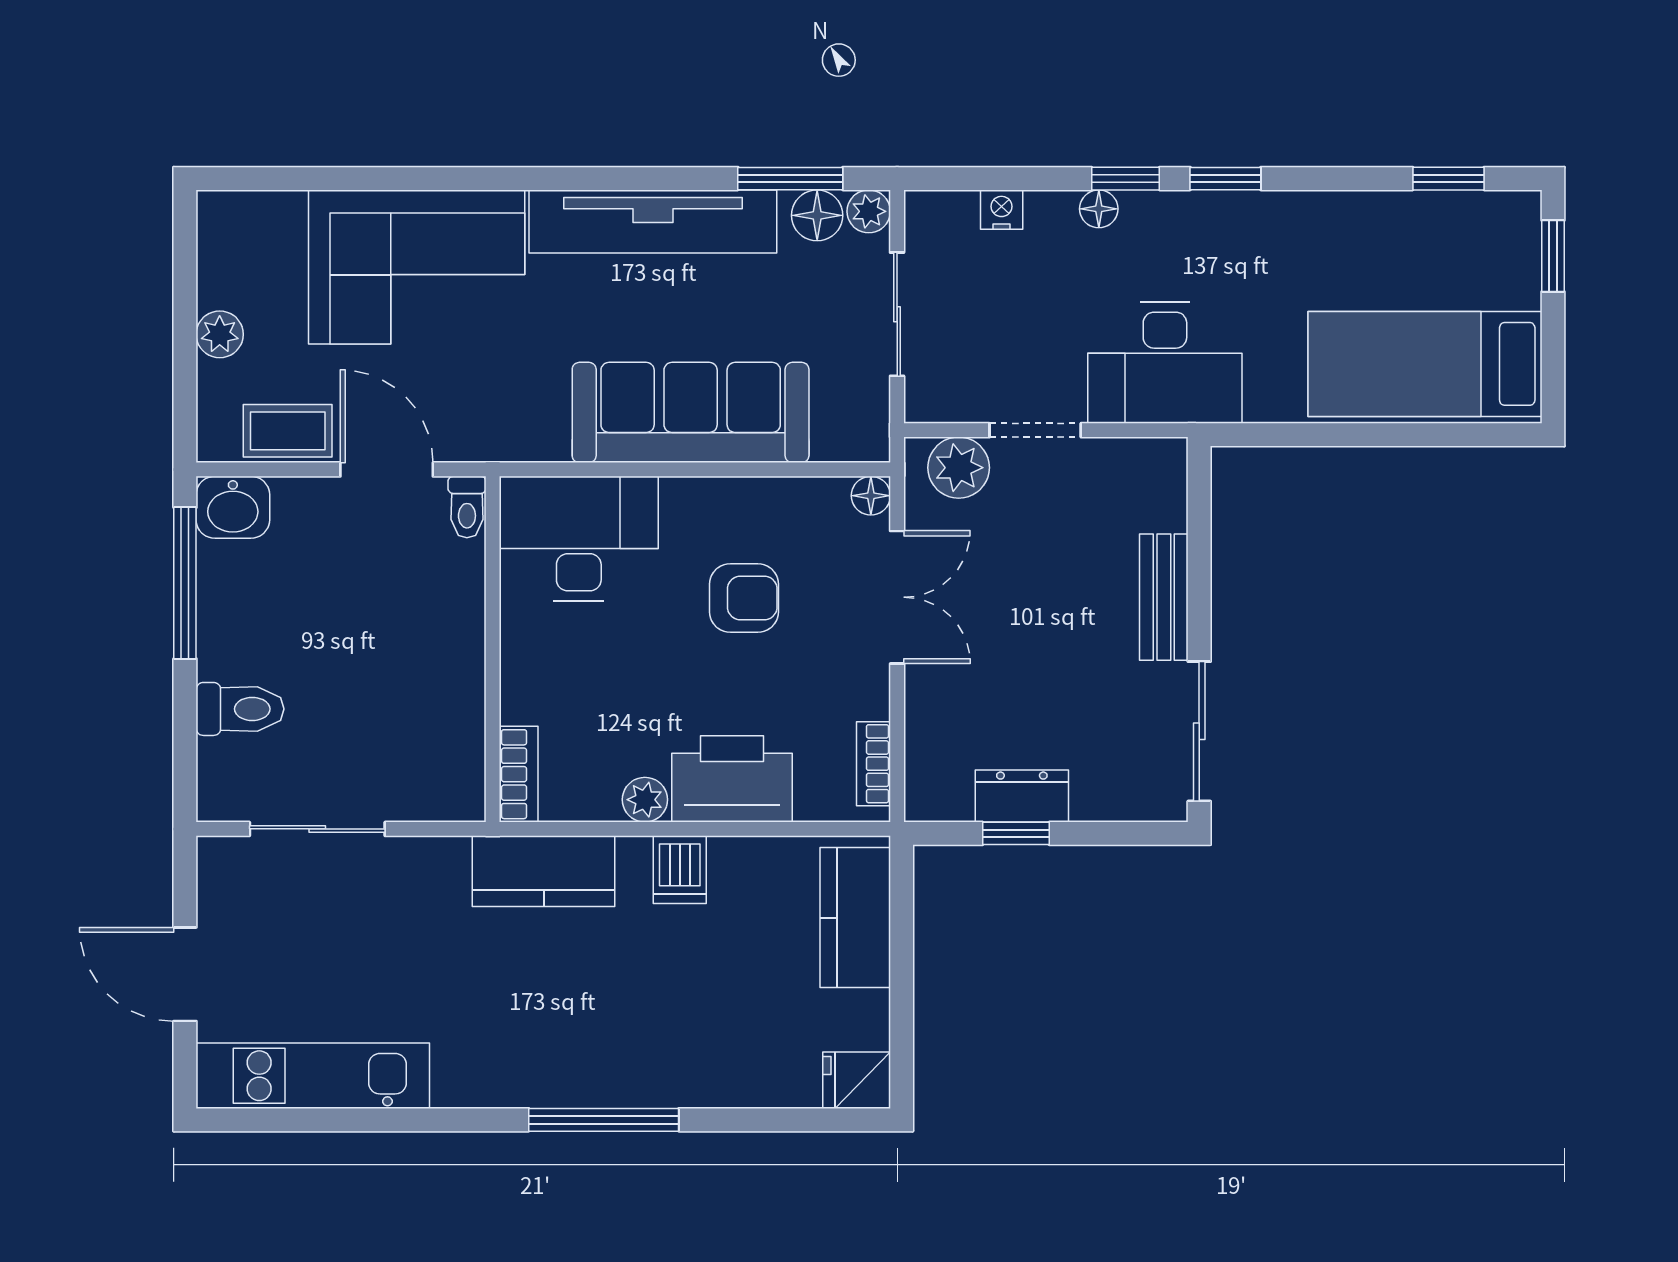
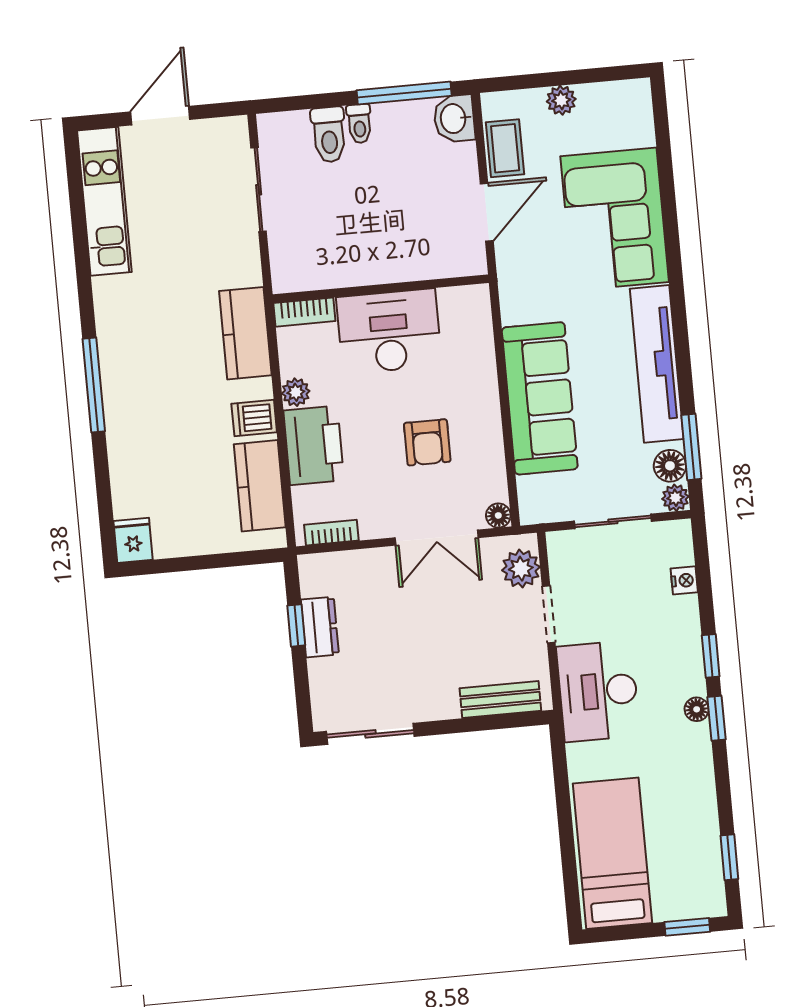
floor lamp: (1099, 209) -> (697, 709), moved
toilet: (467, 507) -> (359, 124), moved, turned -90
desk: (579, 539) -> (389, 331), moved, turned -90
bench: (1164, 597) -> (500, 700), moved
kitchen counter: (855, 918) -> (260, 486), moved, turned -90

